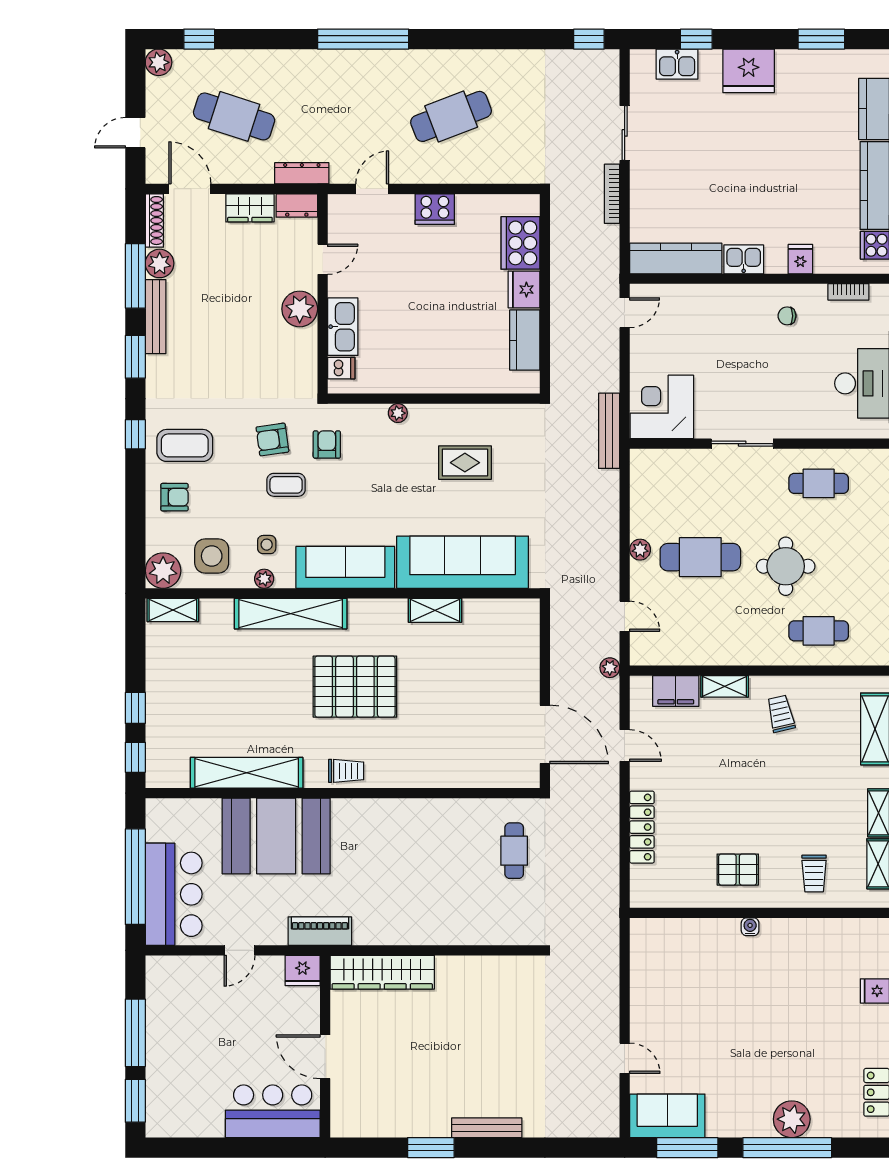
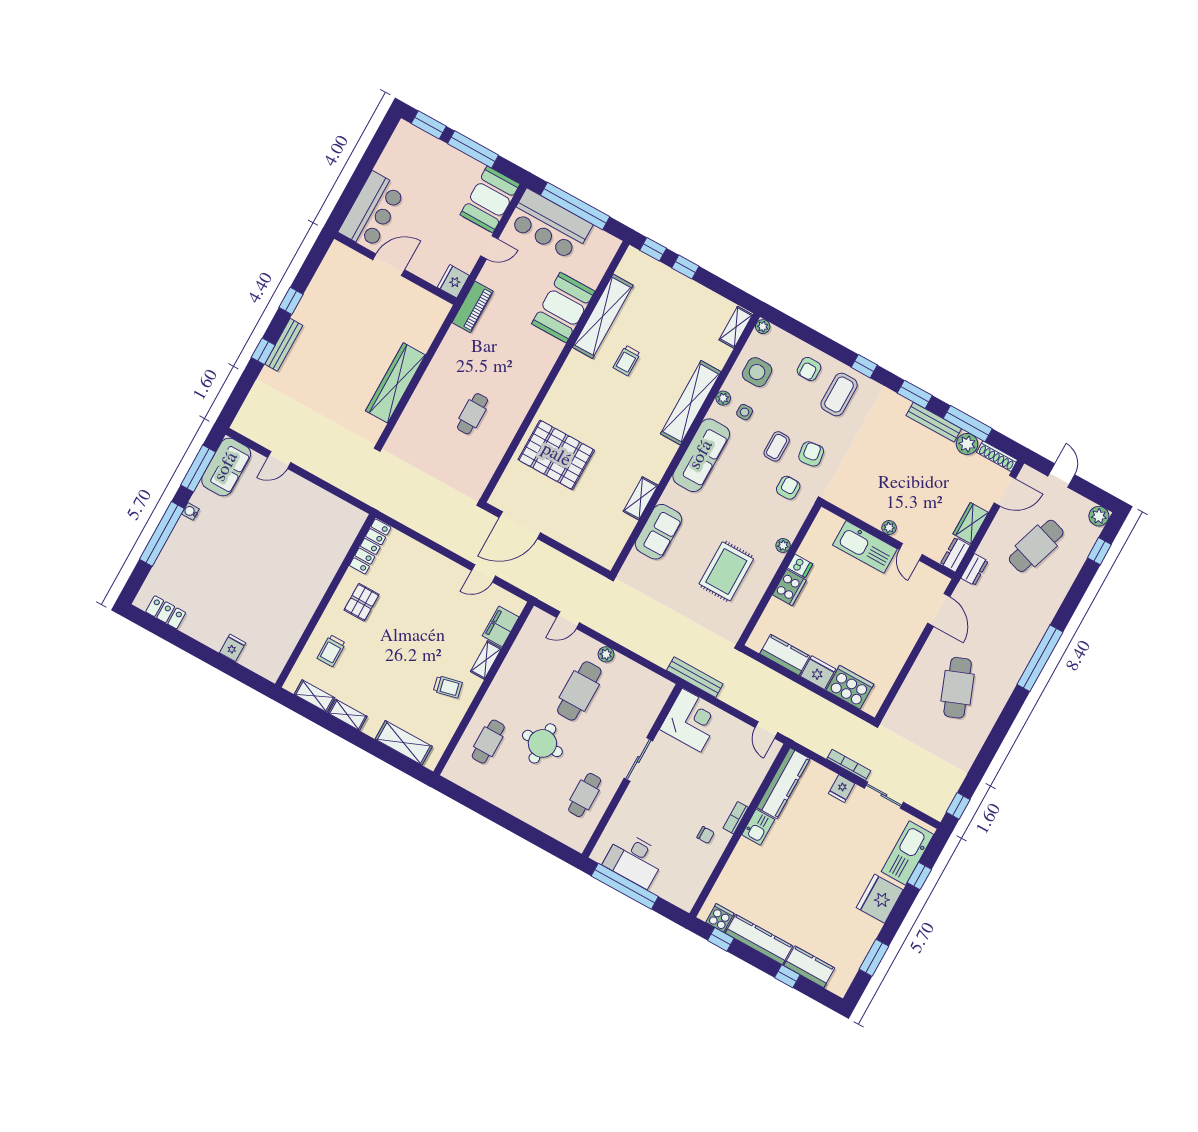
kitchen sink: (677, 64) -> (908, 853), width x1.88, depth x1.24
dresser: (302, 173) -> (974, 570), width x0.70
door: (372, 189) -> (939, 610), width x1.38
cooker: (435, 209) -> (789, 587), moved, turned 180
fridge: (800, 259) -> (842, 789), moved, turned 90
bookcase: (848, 292) -> (736, 818), moved
plant: (300, 309) -> (889, 528), width x0.53, depth x0.53
chair: (787, 316) -> (706, 835), turned 90
kitchen sink: (343, 327) -> (865, 547), width x1.36, depth x1.24
dishwasher: (341, 368) -> (800, 566), moved, turned -90
armchair: (327, 445) -> (788, 488), turned -90
rug: (465, 463) -> (726, 571), width x1.36, depth x1.43
sofa: (463, 562) -> (658, 532), width x0.54, depth x0.79
plant: (163, 571) -> (763, 327), width x0.53, depth x0.53
plant: (610, 668) -> (540, 592), removed
pallet: (355, 687) -> (556, 455), moved, turned 90
trolley: (346, 771) -> (627, 361), moved
locker: (642, 827) -> (370, 546), moved, turned -90
booth: (276, 836) -> (563, 307), width x0.73, depth x0.70
cafe table: (514, 851) -> (472, 414), moved, turned 90
trolley: (814, 873) -> (331, 651), turned -90
water cooler: (750, 927) -> (190, 511), moved, turned 180
door: (240, 950) -> (489, 247), swing flipped
wardrobe: (382, 972) -> (395, 383), moved
booth: (183, 981) -> (490, 199), added
plant: (792, 1119) -> (179, 547), removed
window: (431, 1148) -> (291, 301), width x0.67
window: (508, 1148) -> (263, 351), added

